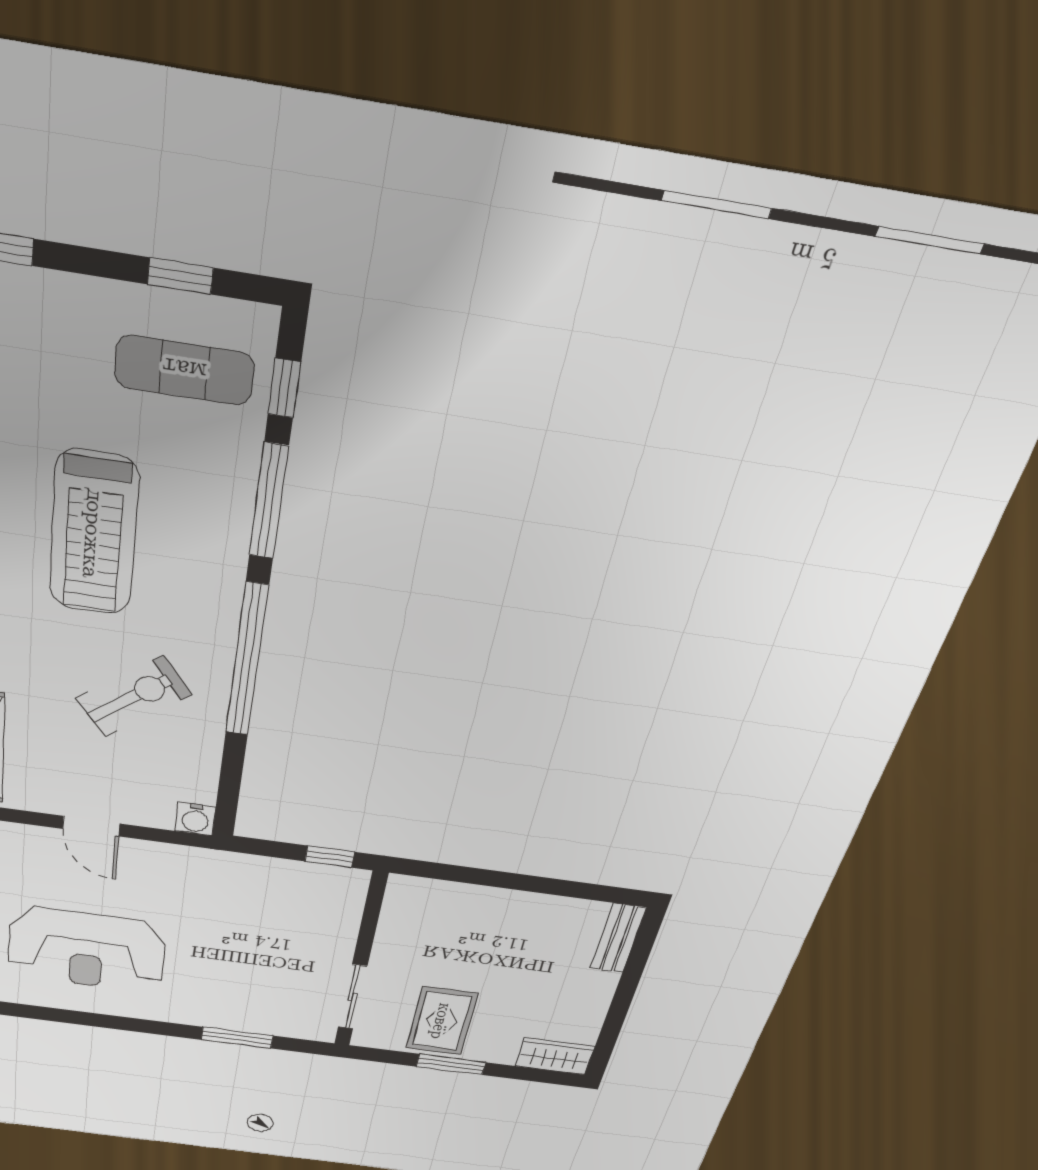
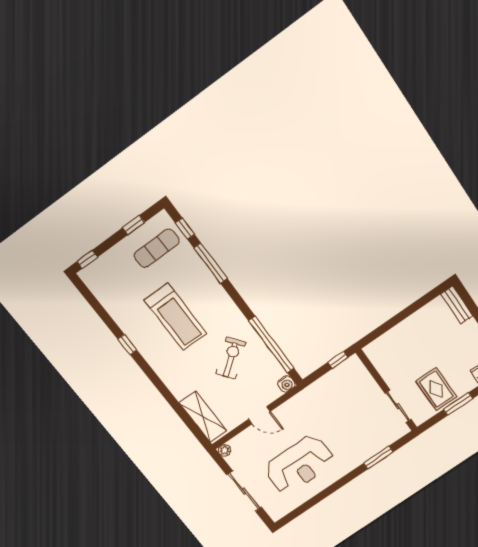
window: (247, 660) -> (271, 345), moved

